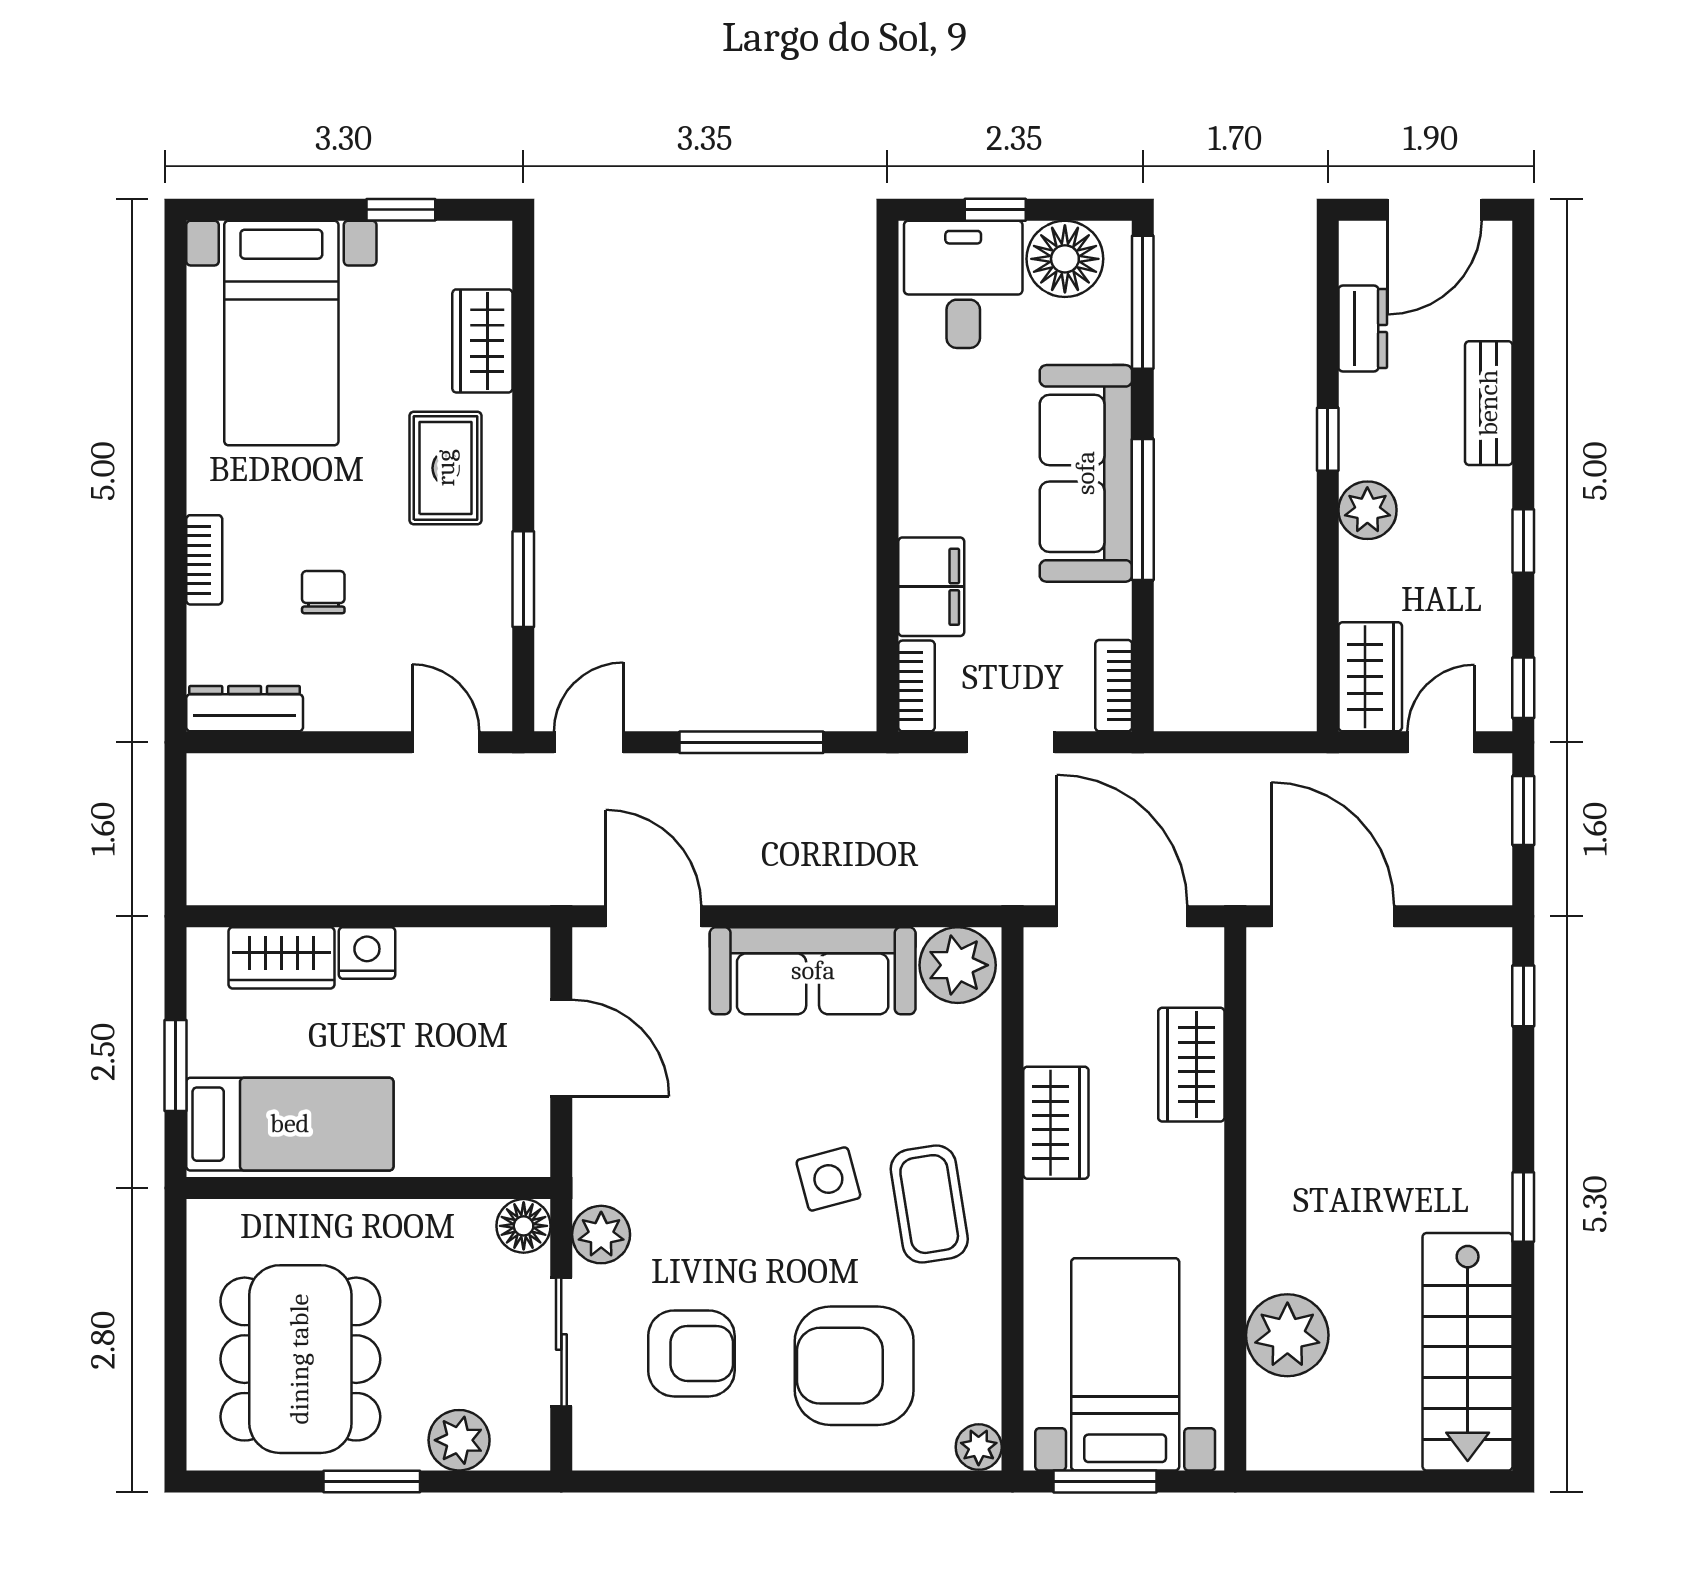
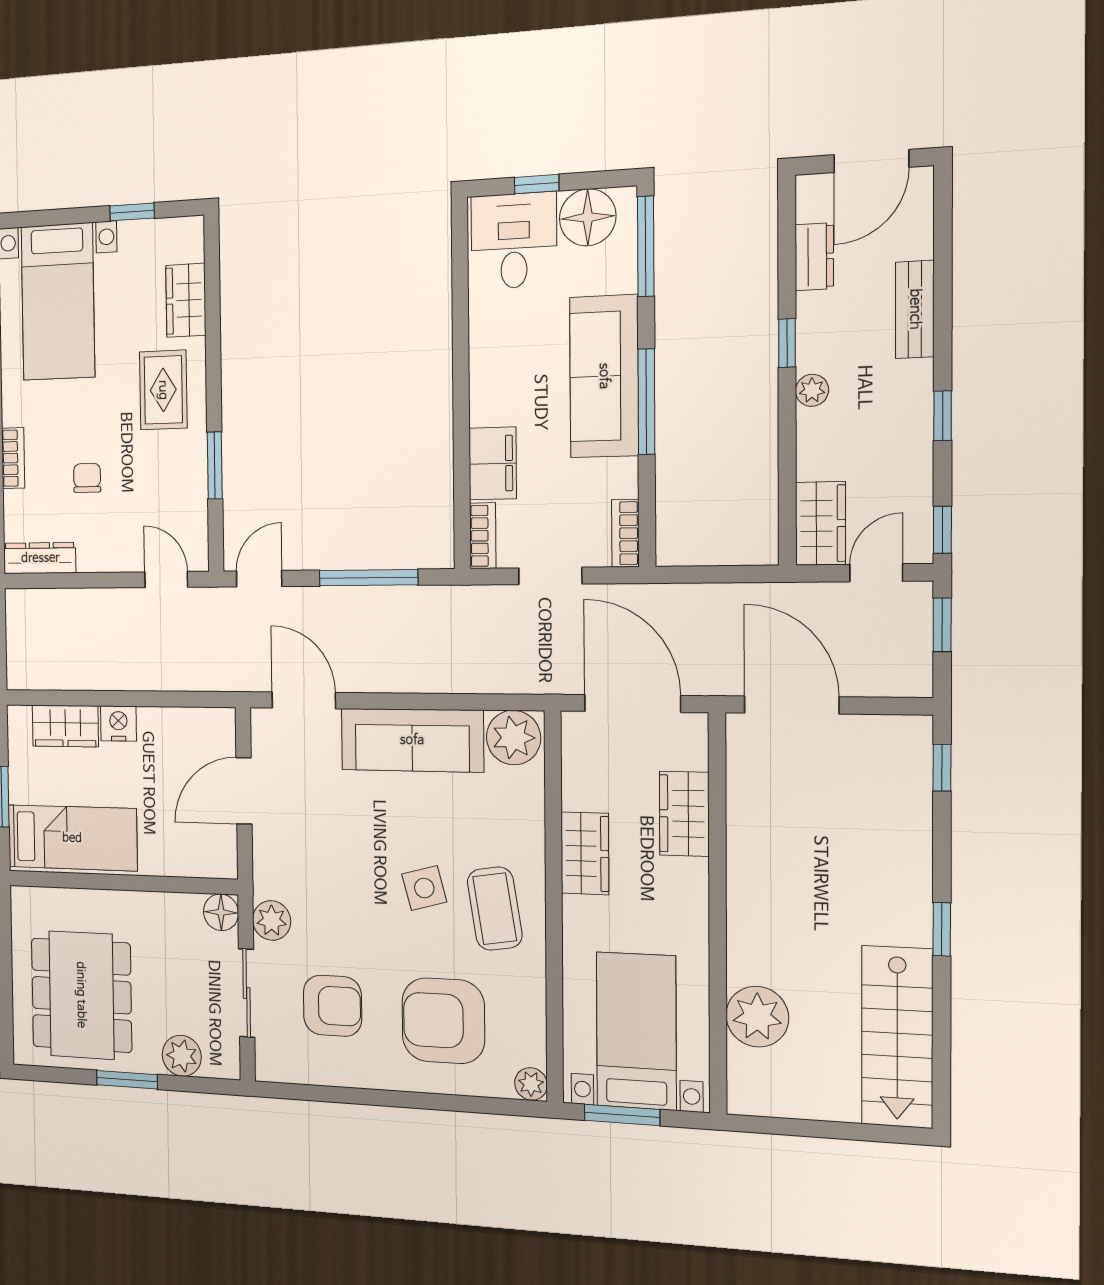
plant: (1367, 510) -> (812, 390), width x0.73, depth x0.73
door: (561, 1048) -> (244, 791), swing flipped

